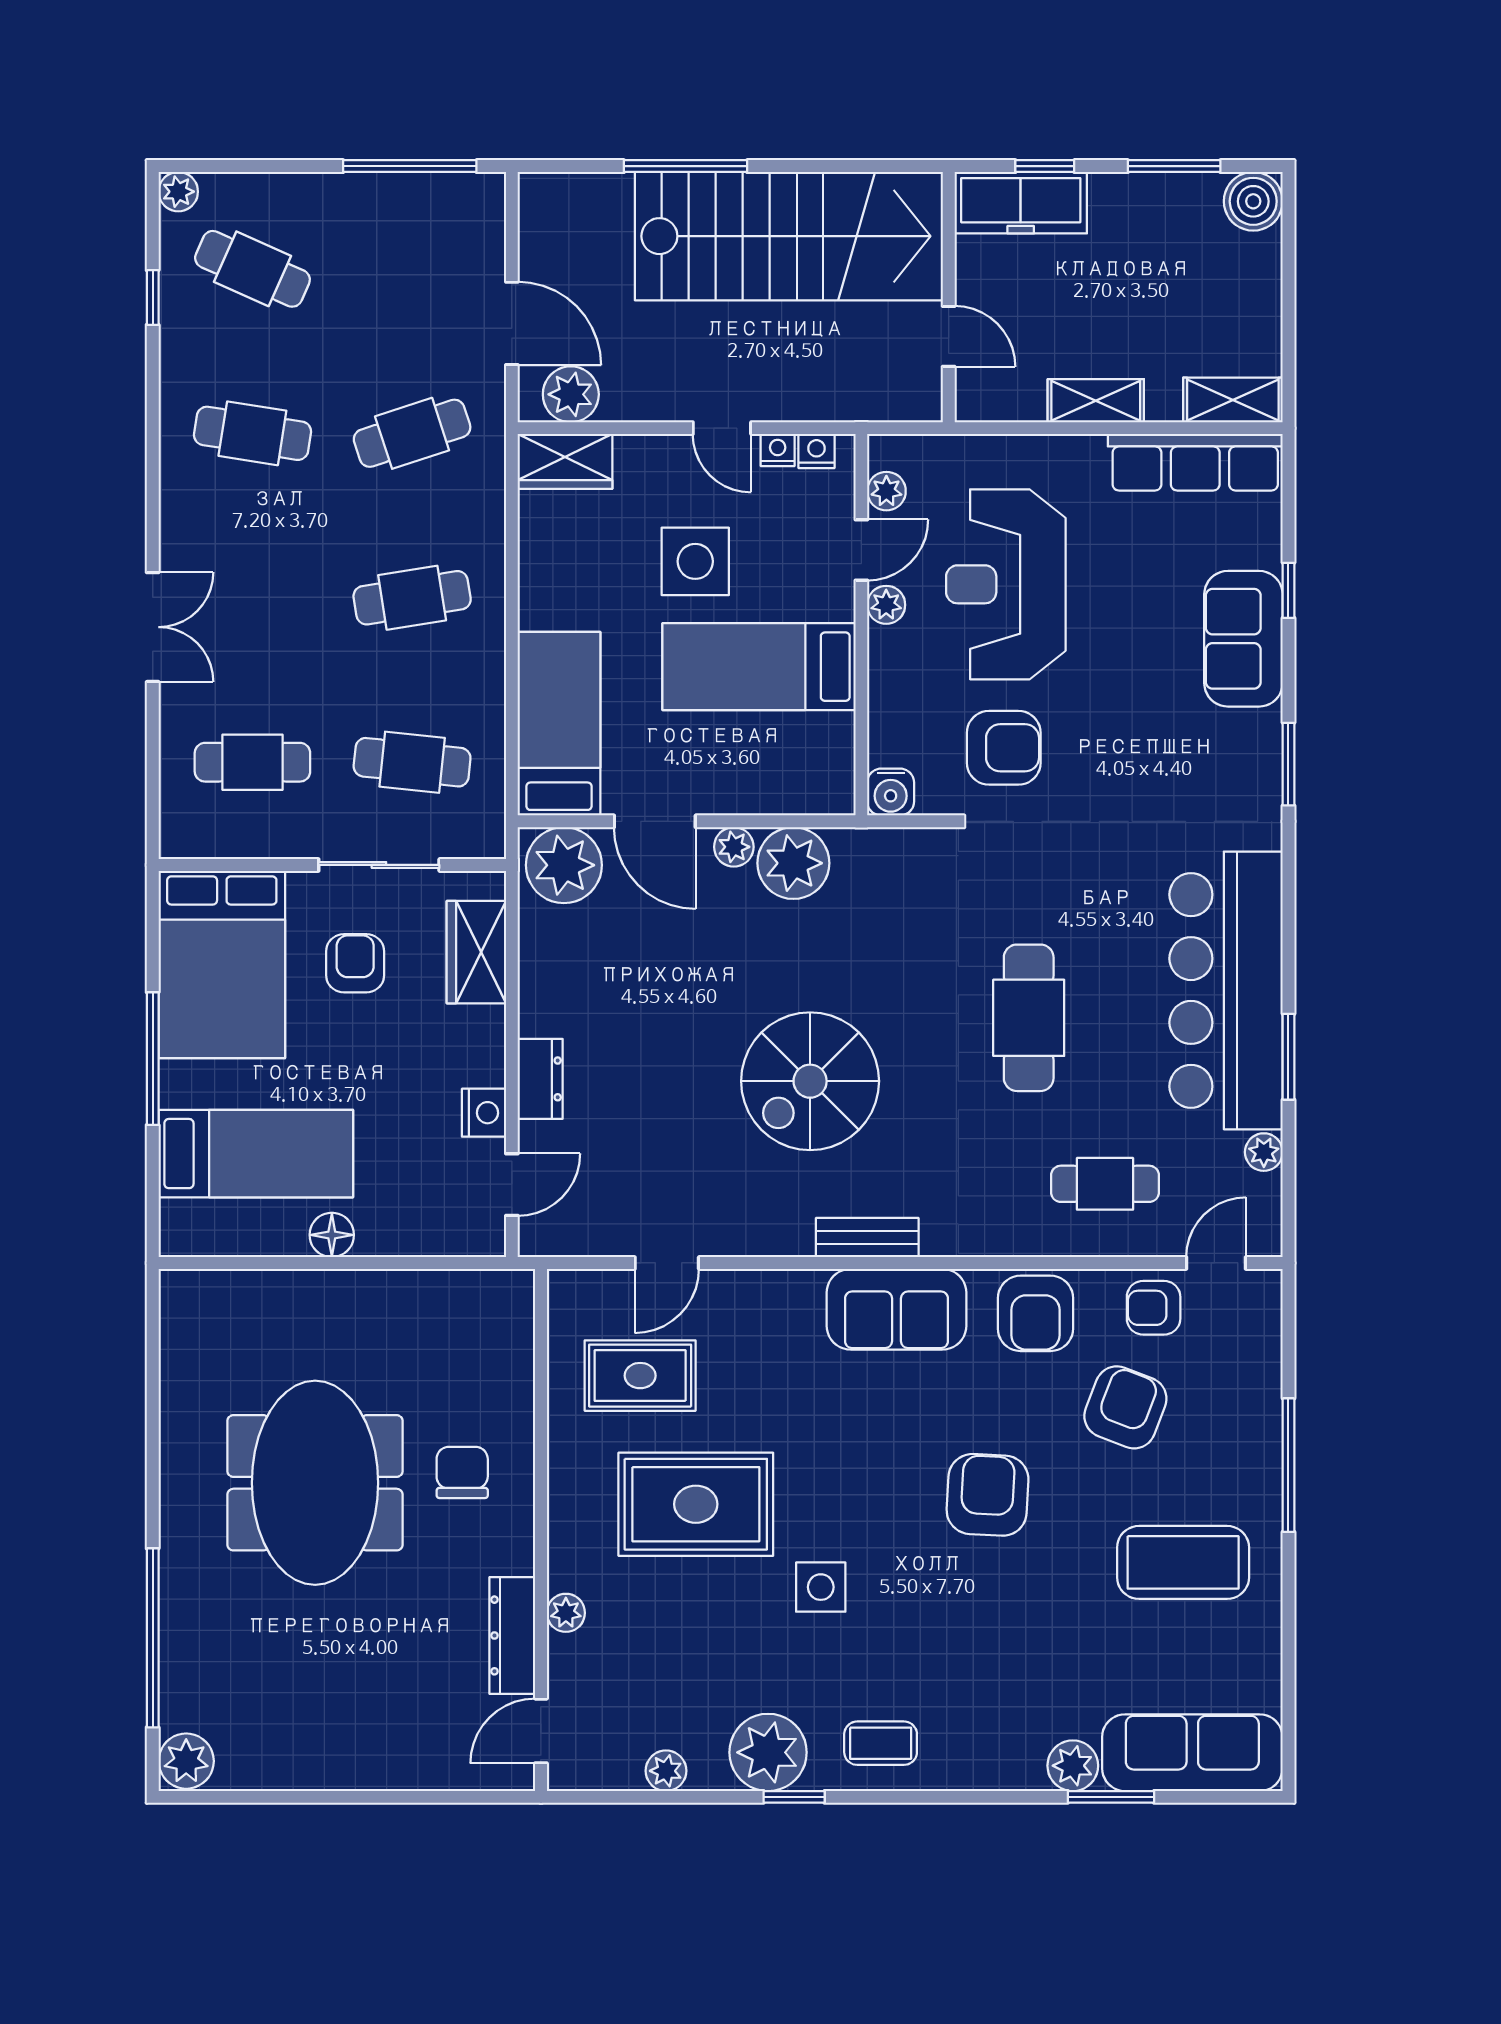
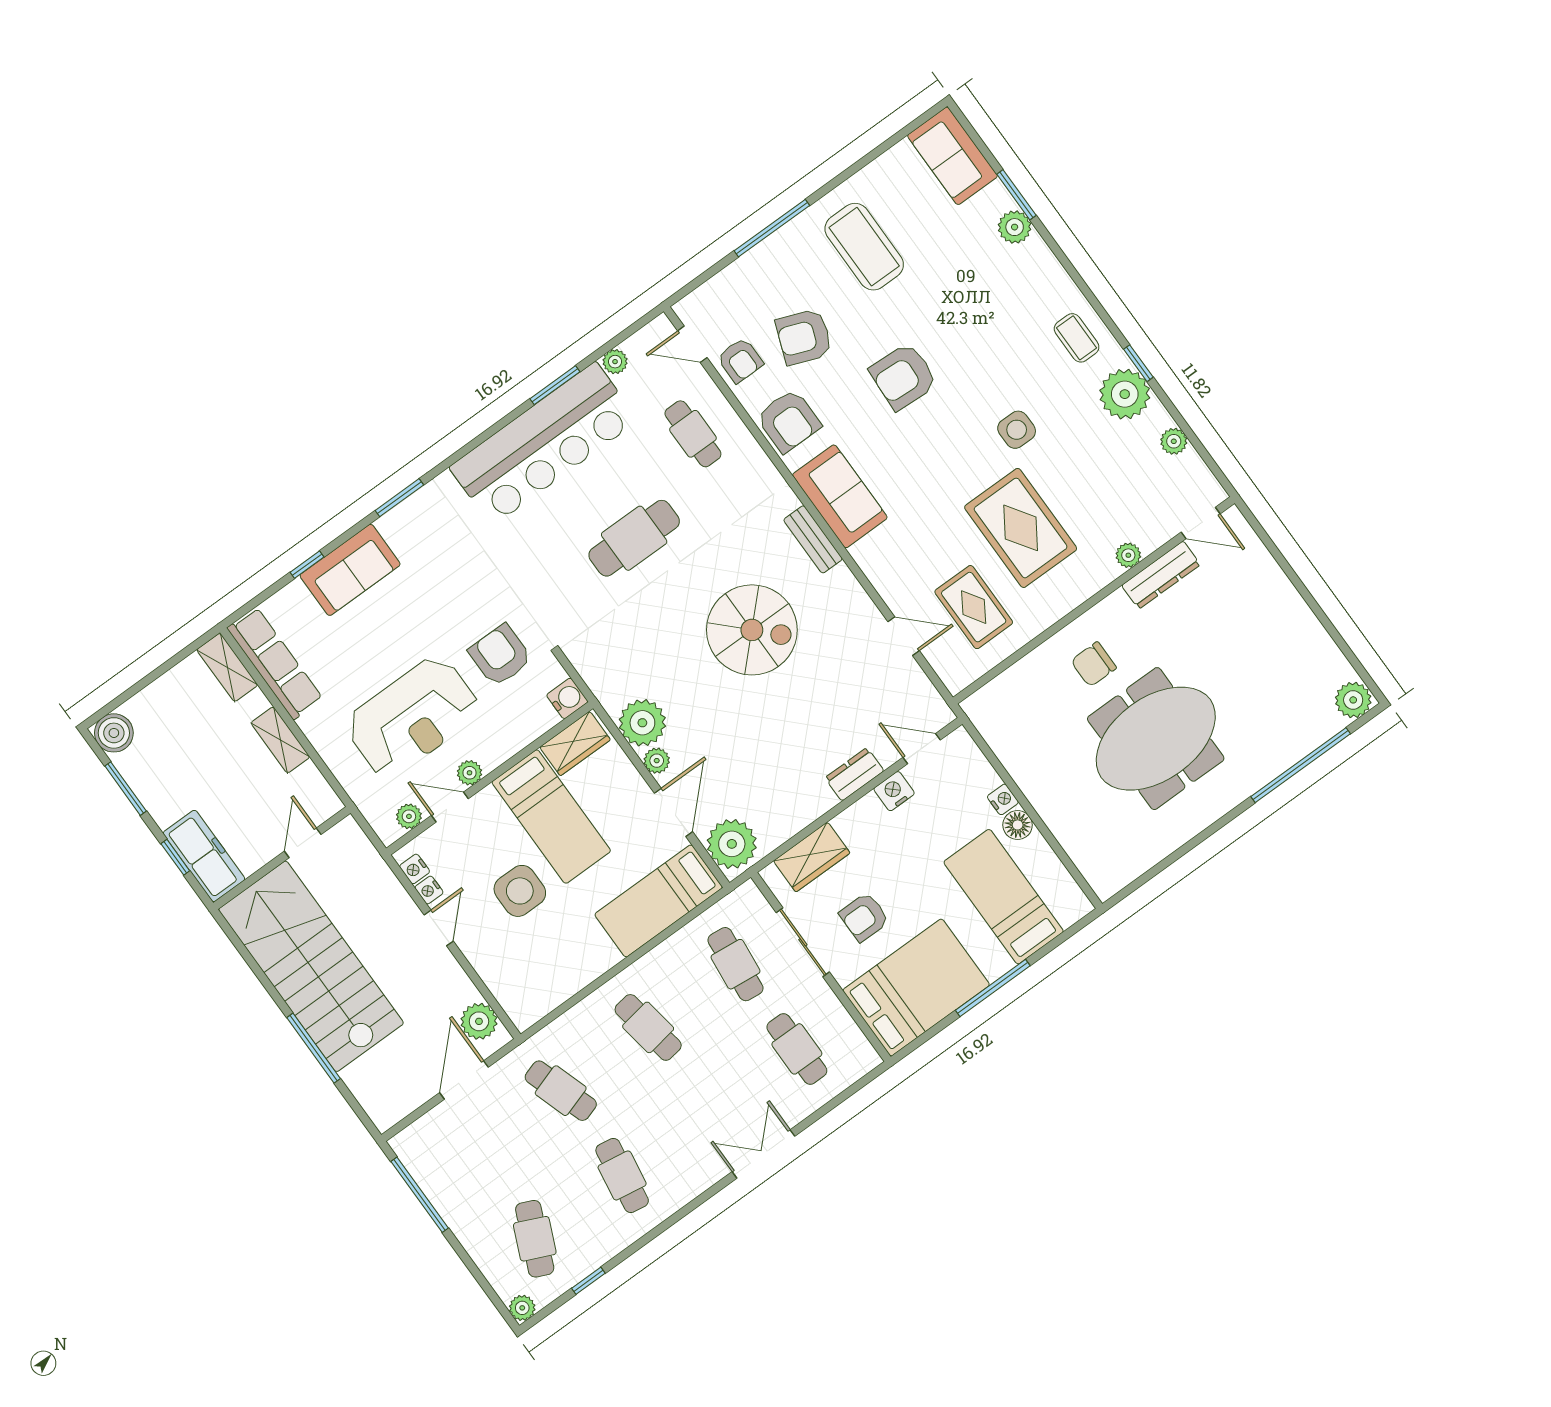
wardrobe: (565, 461) -> (575, 743), moved, turned 90
nightstand: (376, 1240) -> (1003, 799), added
armchair: (1035, 1313) -> (789, 421), turned 90
sofa: (1192, 1753) -> (952, 156), width x0.73

